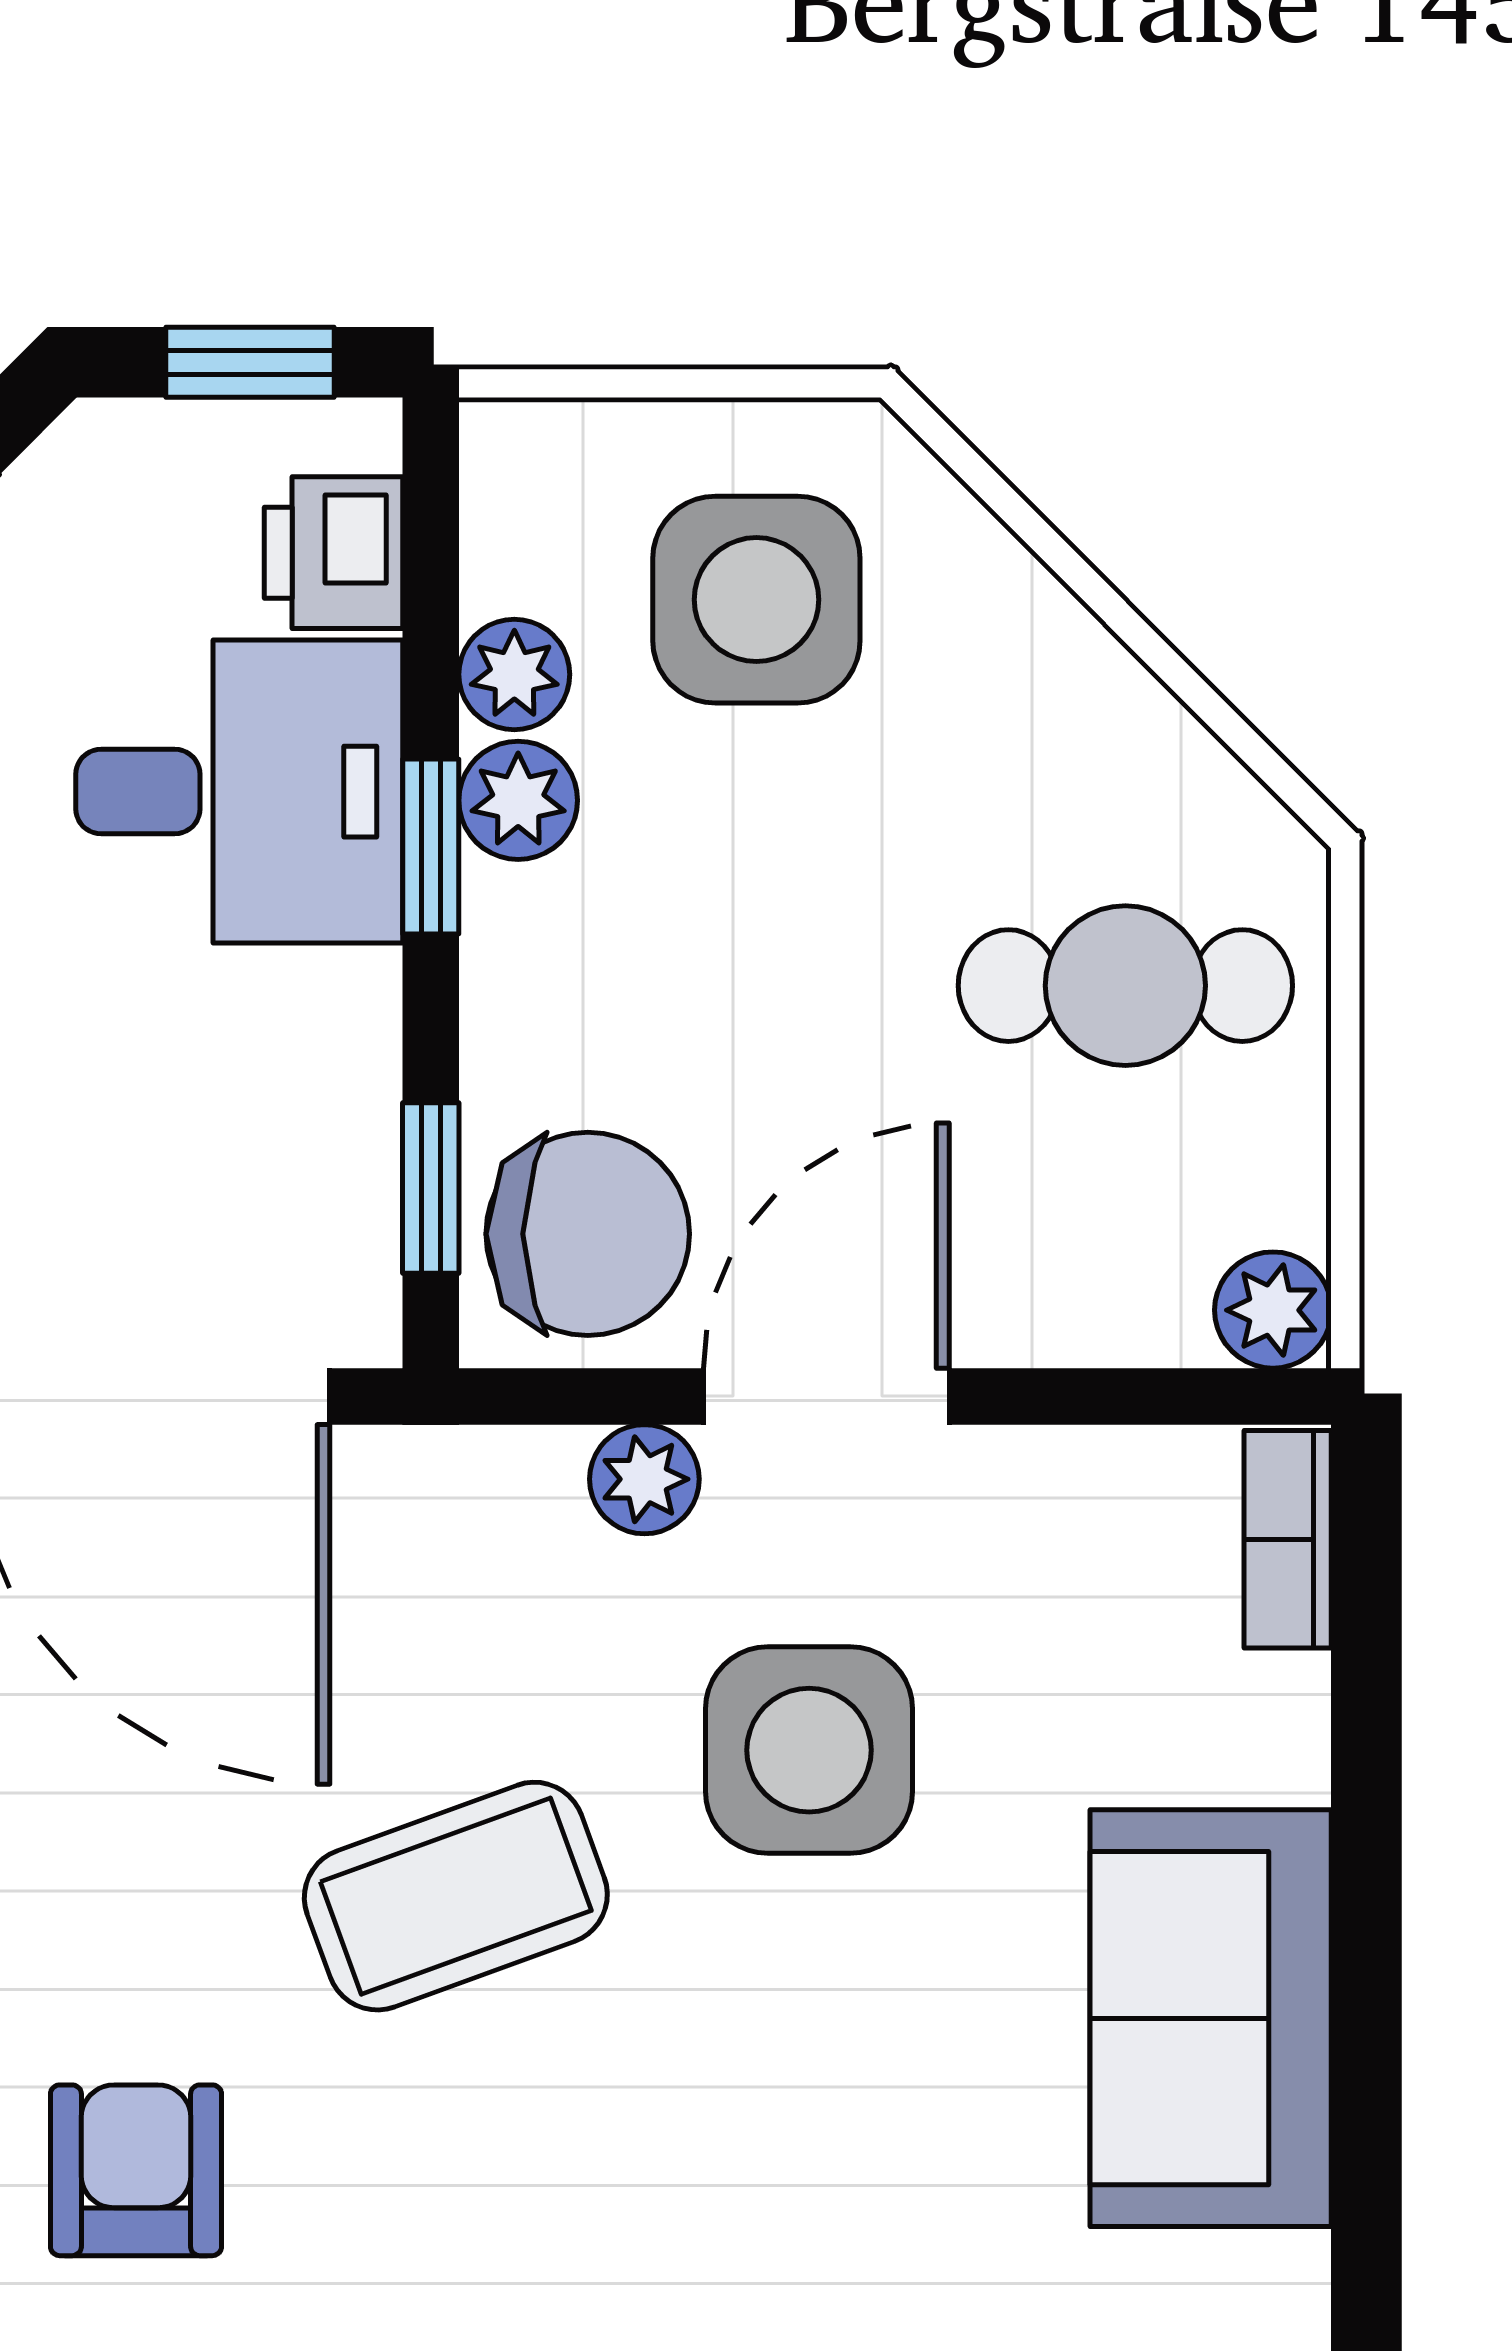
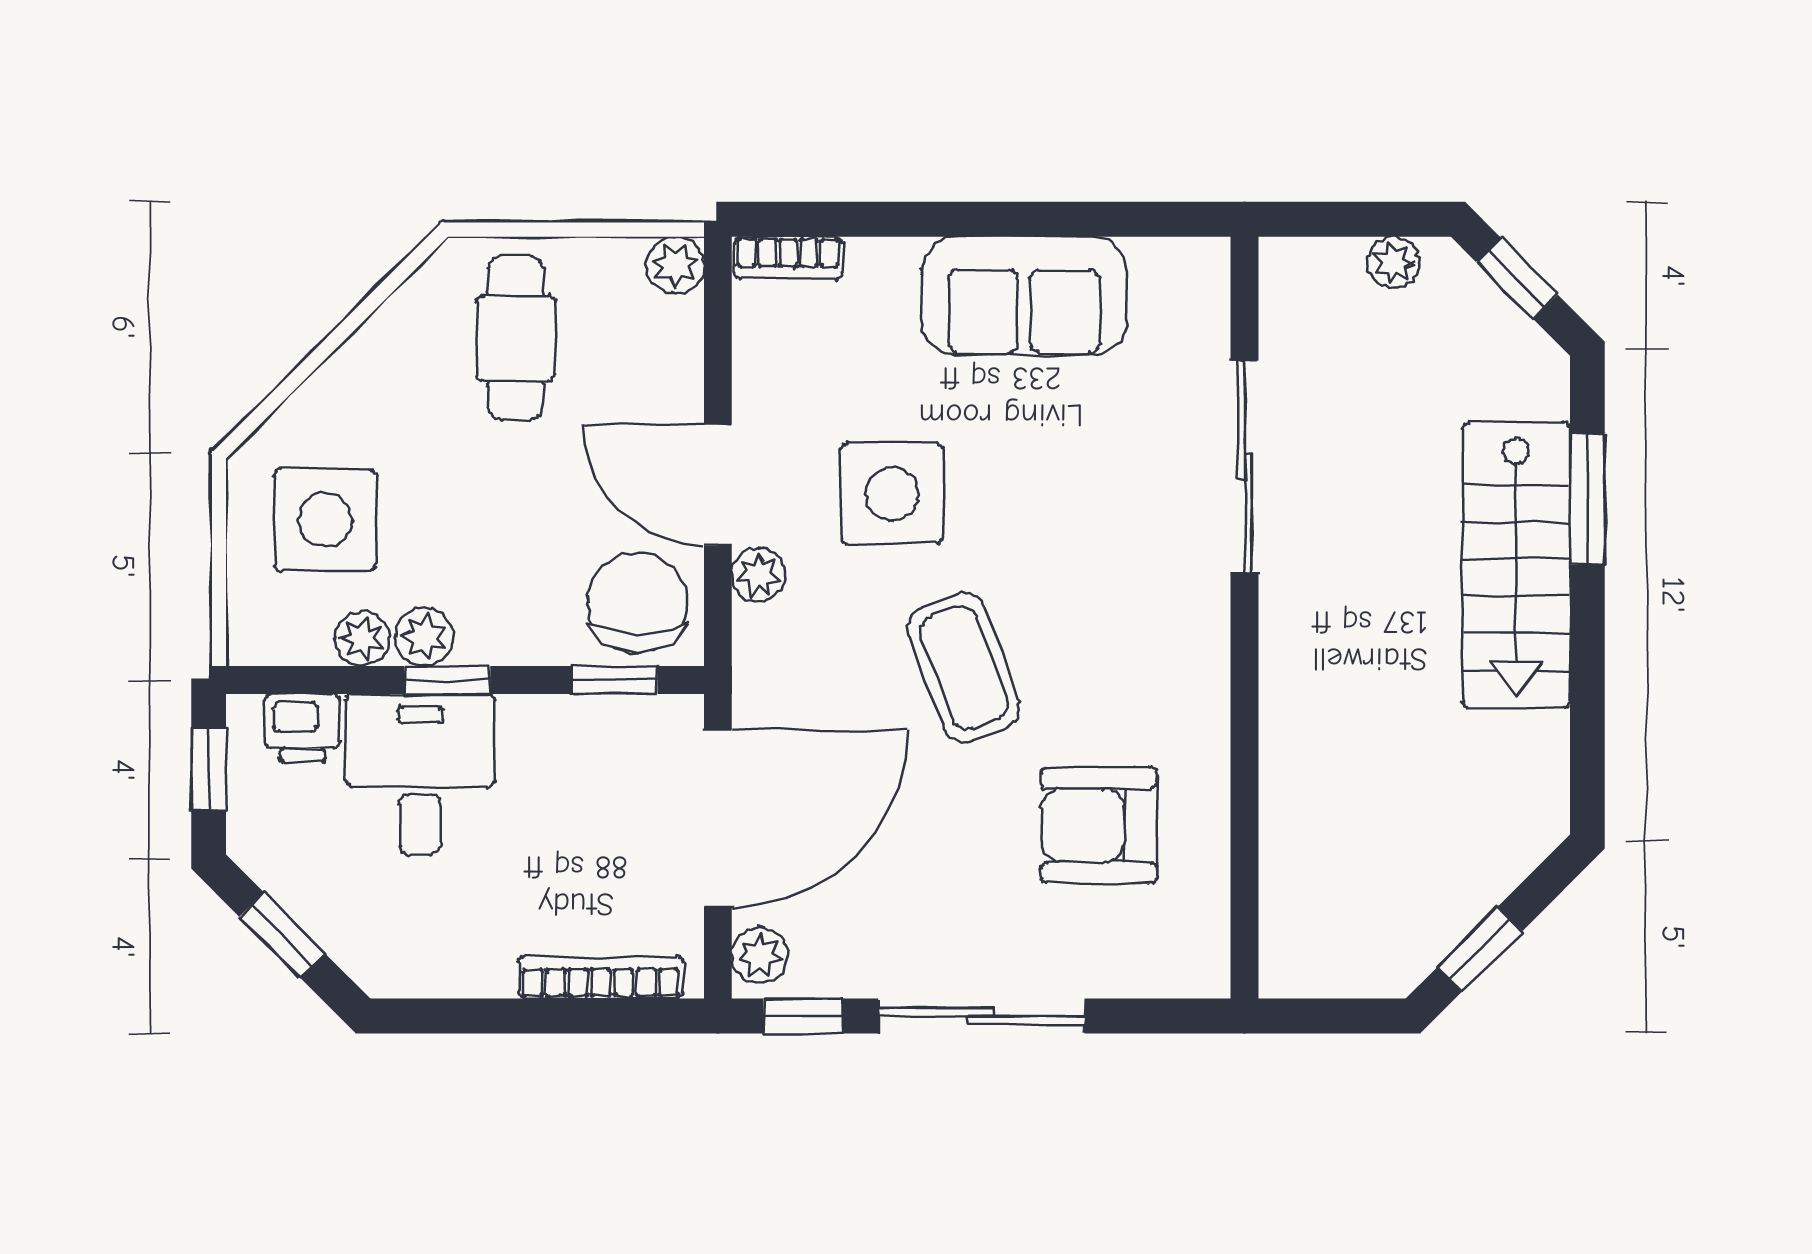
armchair: (136, 2170) -> (1099, 825), width x1.38, depth x1.38

